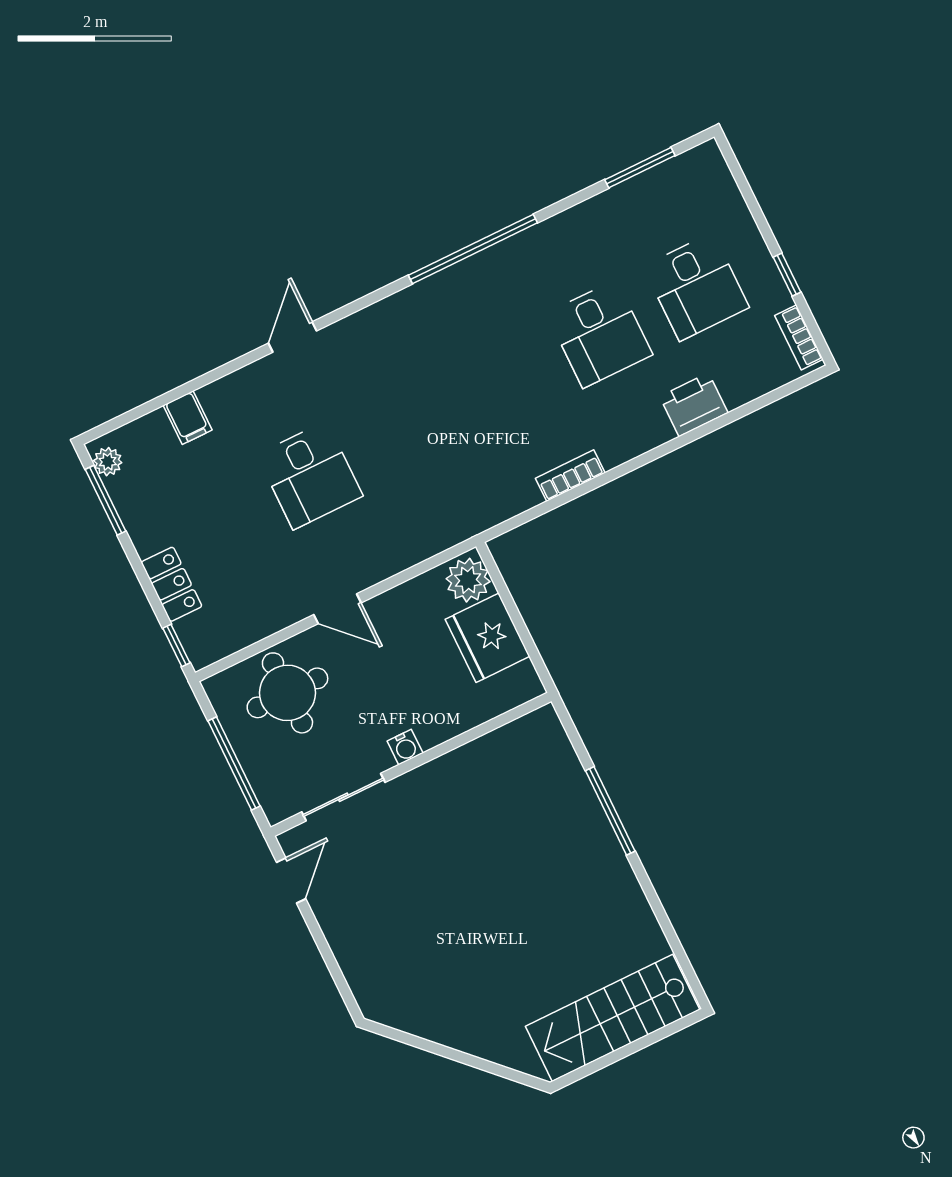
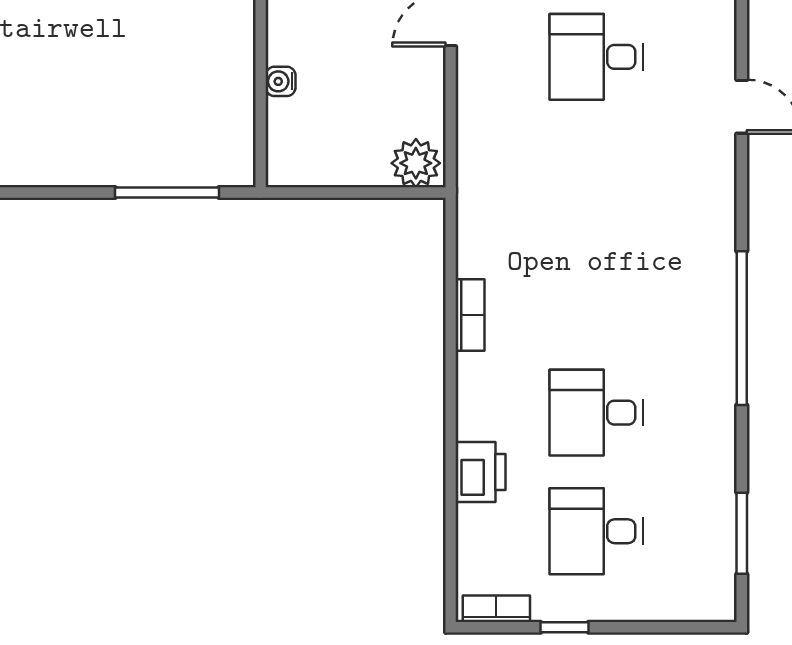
fridge: (487, 638) -> (349, 154), removed
water cooler: (405, 747) -> (281, 81), moved
window: (610, 811) -> (167, 193), moved

